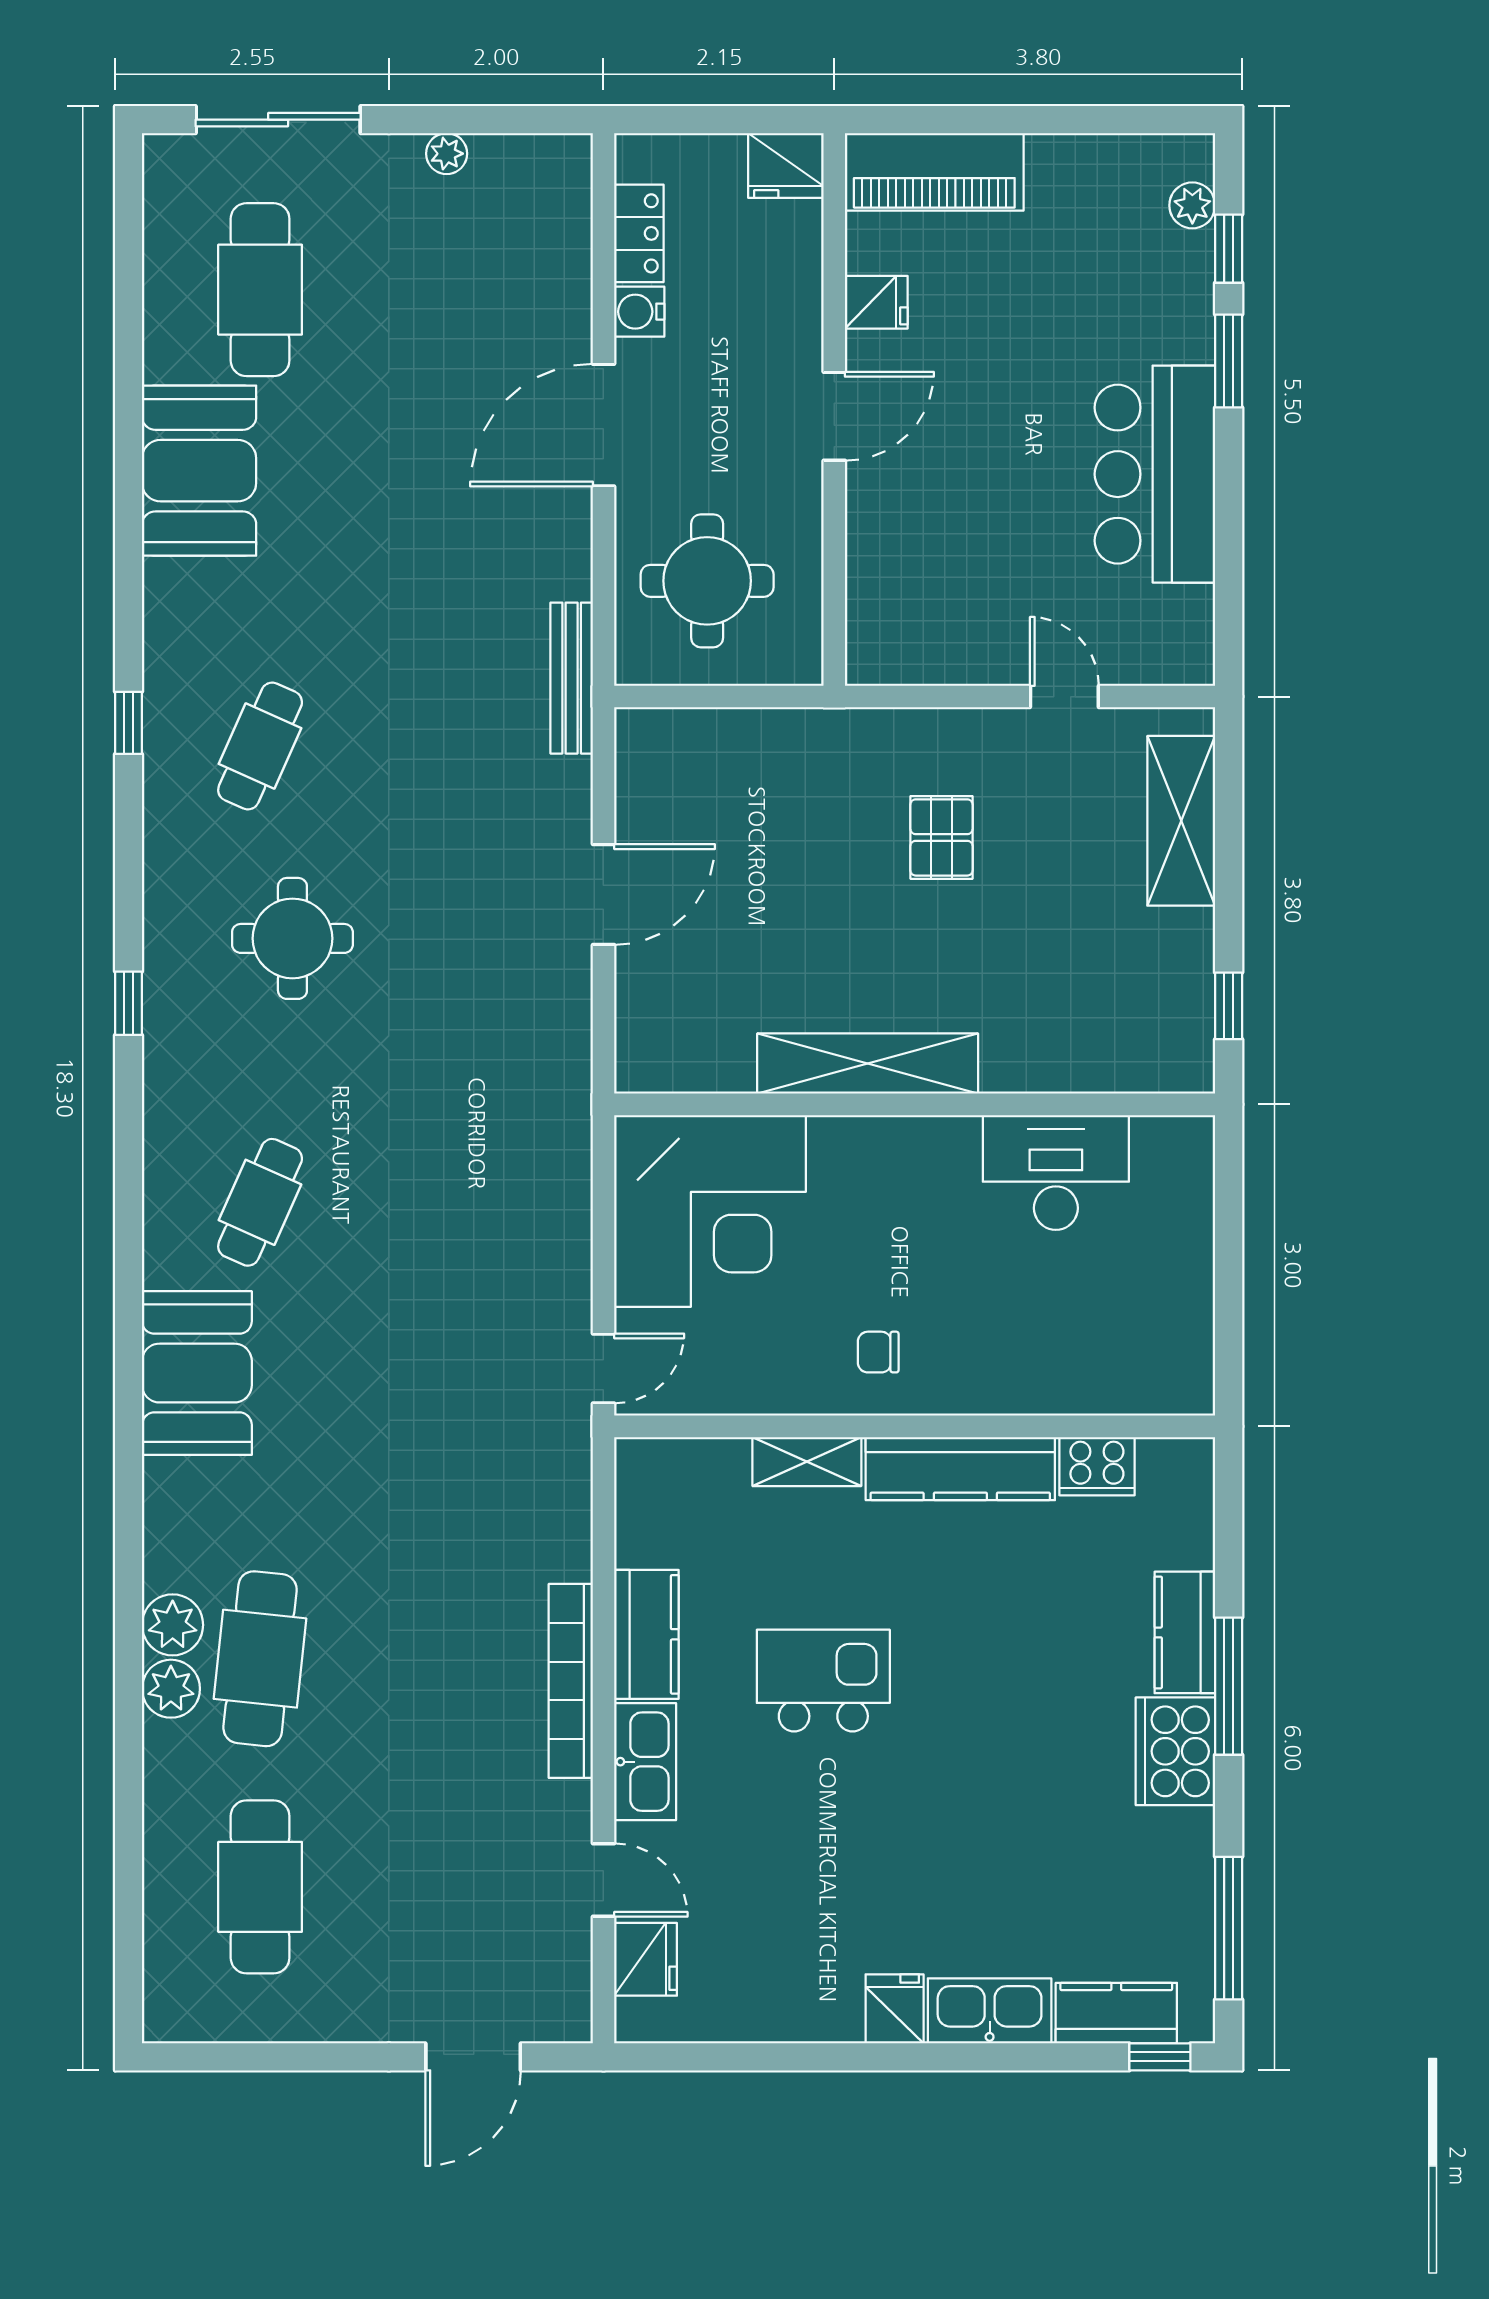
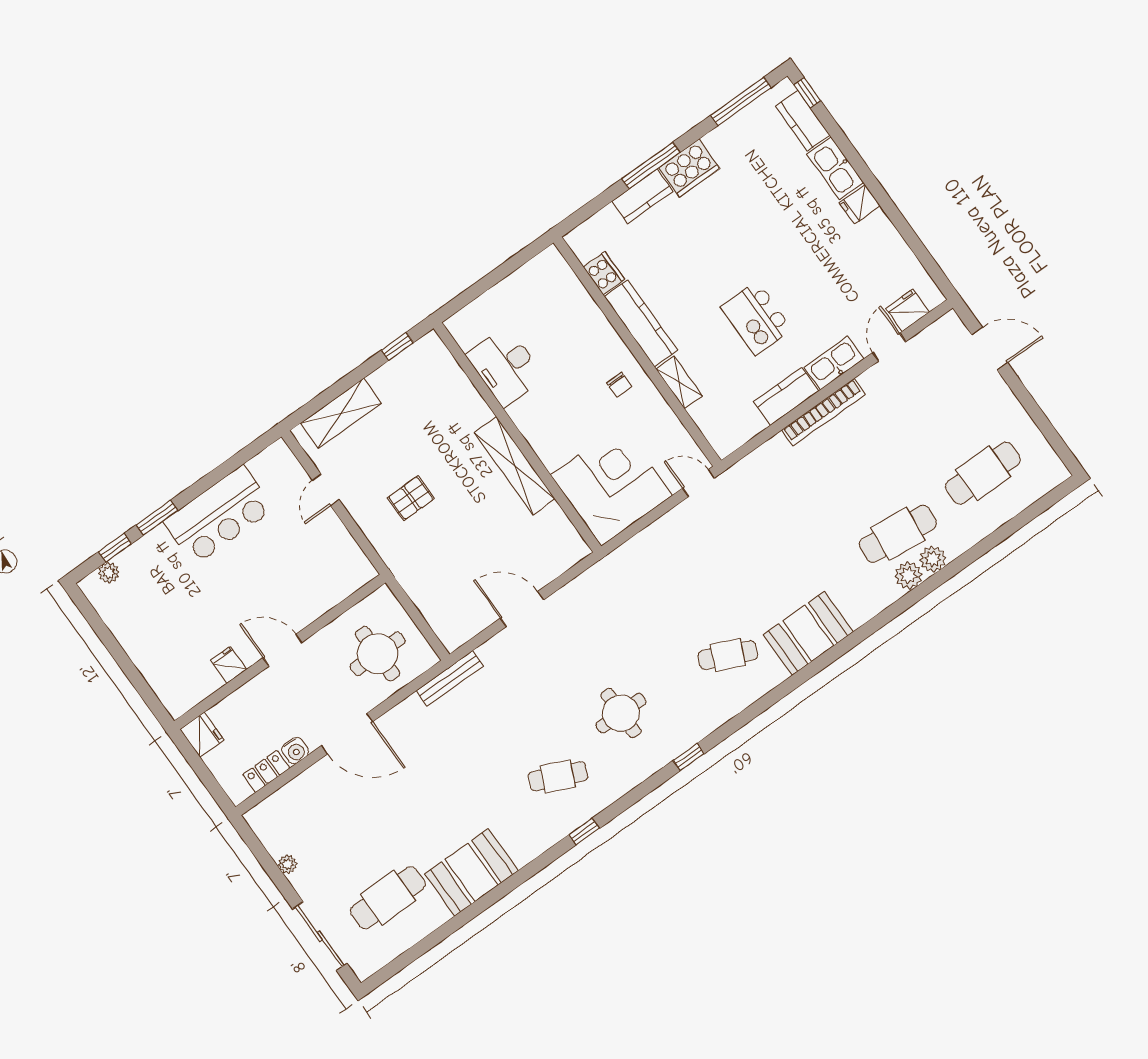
piano: (934, 172) -> (165, 678), removed

